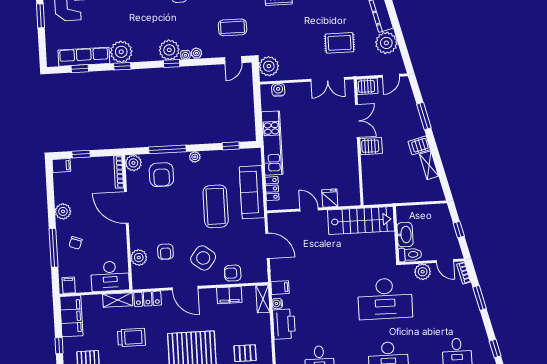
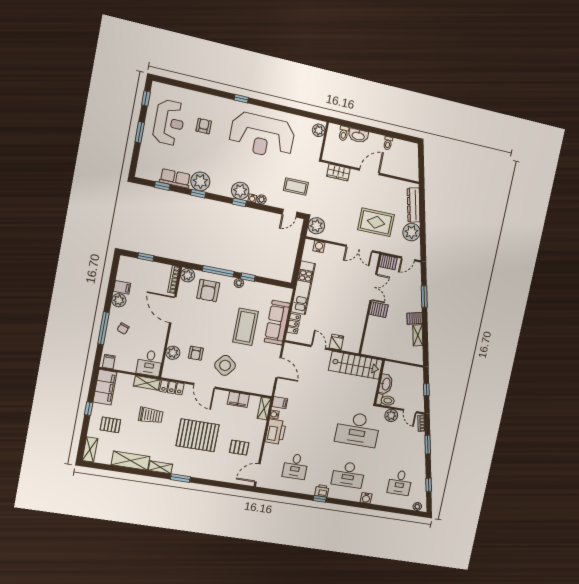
rug: (340, 43) -> (376, 222), width x1.36, depth x1.43
row of seats: (84, 57) -> (175, 178), width x0.68
window: (231, 146) -> (248, 277), moved
filing cabinet: (61, 166) -> (122, 287), moved
armchair: (233, 273) -> (245, 383), removed
desk: (110, 276) -> (150, 363), width x0.73

